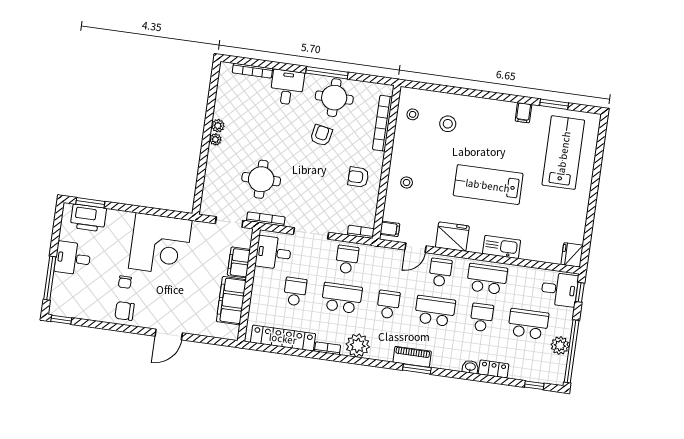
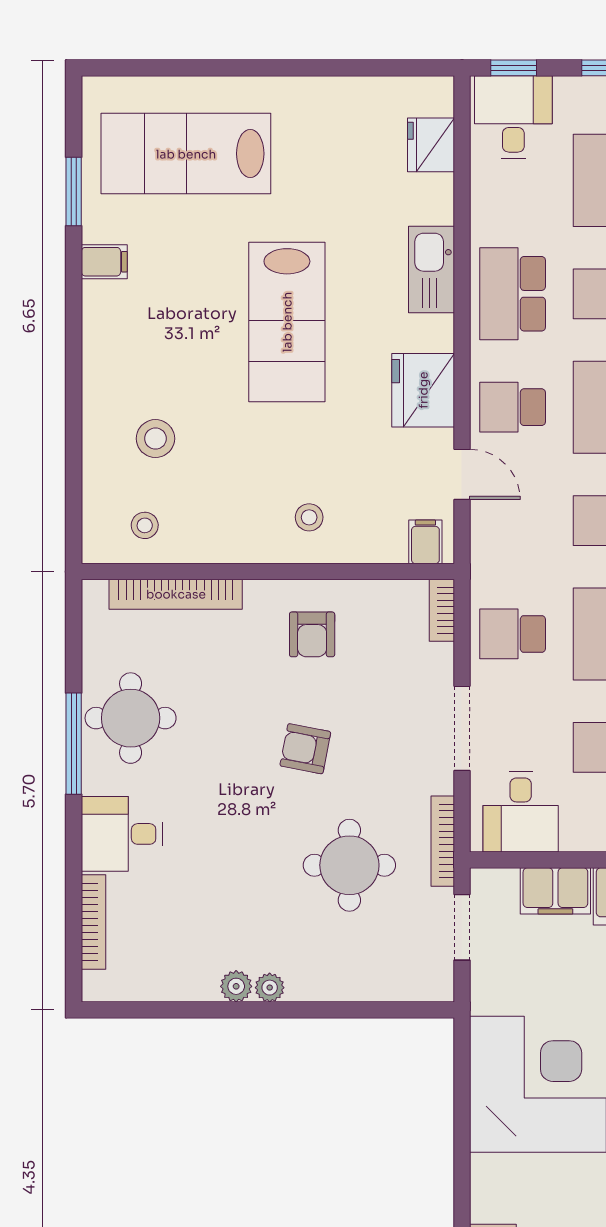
armchair: (321, 135) -> (305, 749), moved
fridge: (572, 255) -> (431, 145), moved, turned 90

